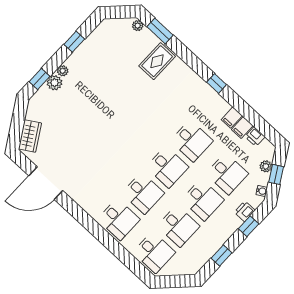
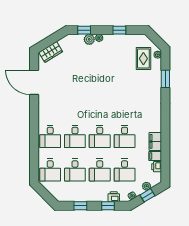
window: (160, 31) -> (165, 79), moved
rug: (157, 61) -> (143, 59), moved, turned 90
window: (217, 83) -> (165, 122), removed
filing cabinet: (232, 118) -> (155, 141), width x2.00

